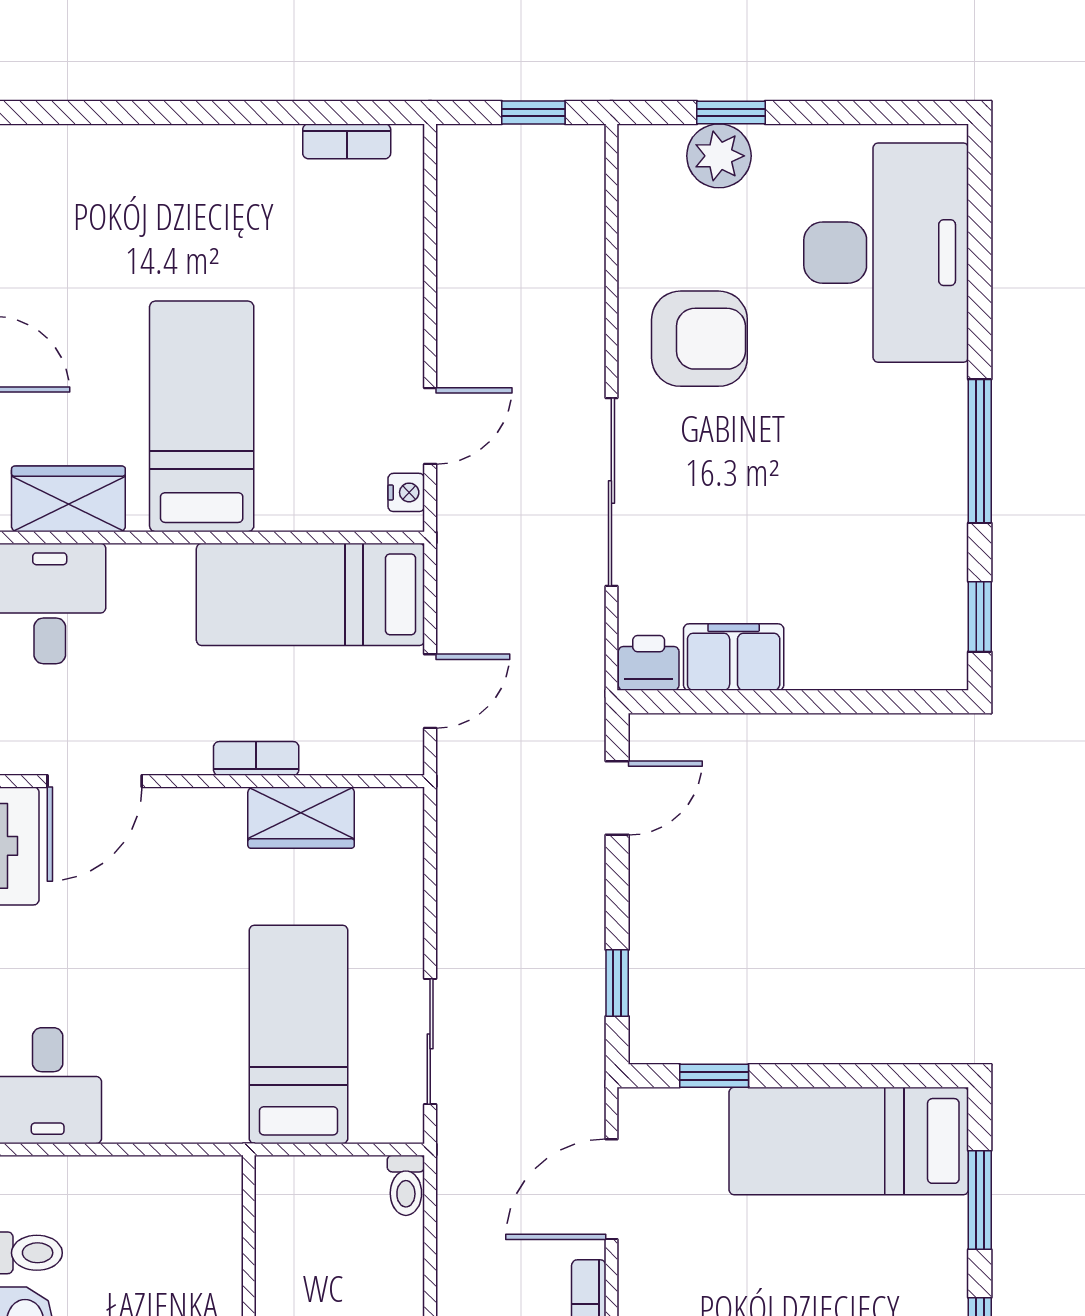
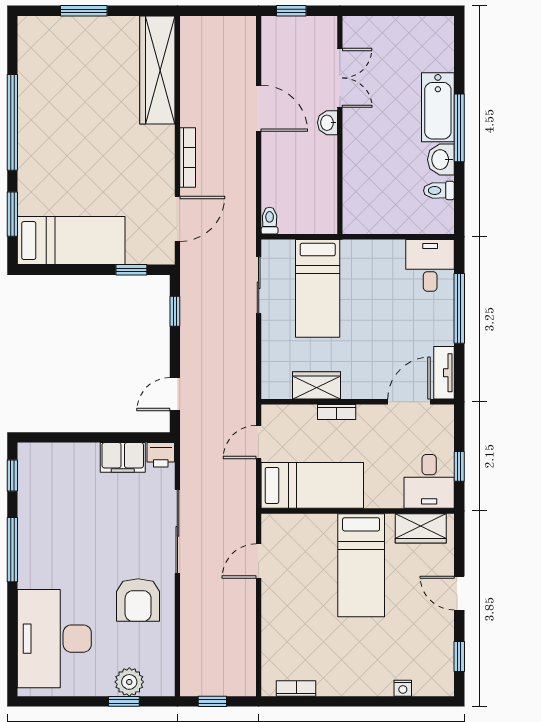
armchair: (699, 339) -> (138, 600), turned -90
nightstand: (406, 492) -> (403, 688), moved, turned -90

